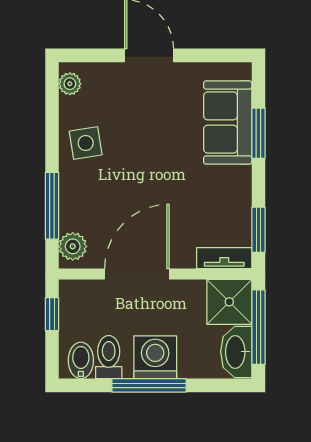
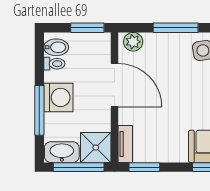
window: (52, 206) -> (176, 28), moved
window: (52, 314) -> (87, 28), width x1.50
toilet: (109, 357) -> (54, 64), width x0.73, depth x0.72
window: (149, 385) -> (39, 110), moved

